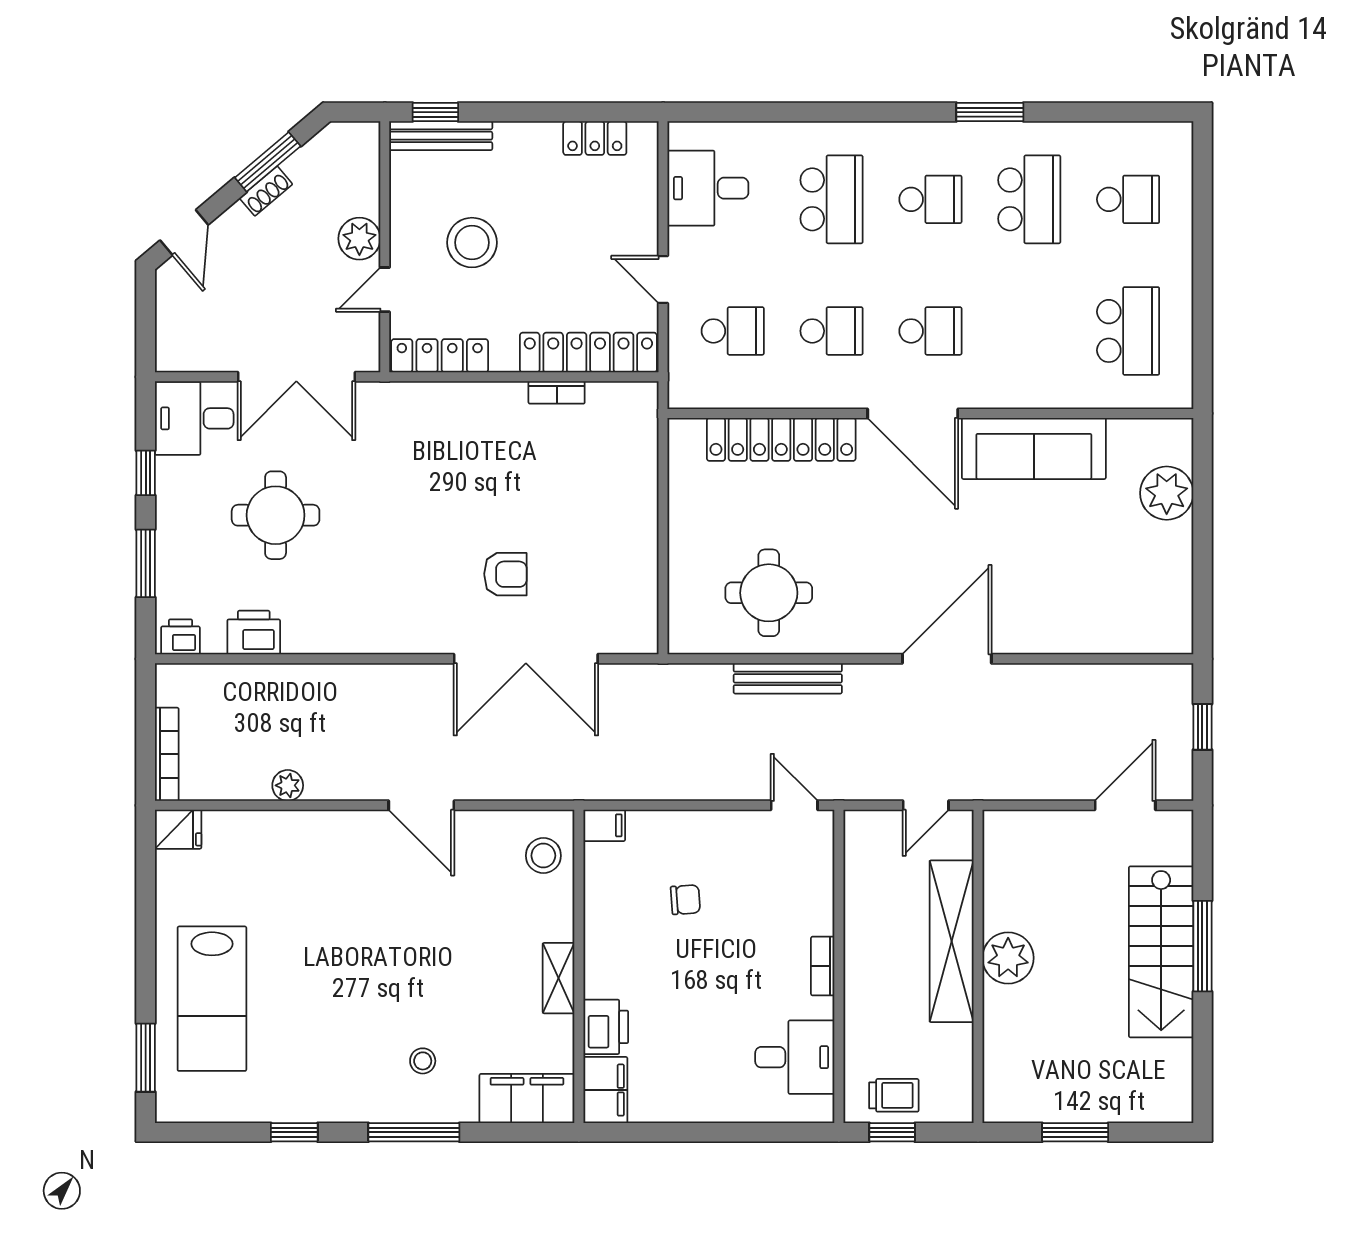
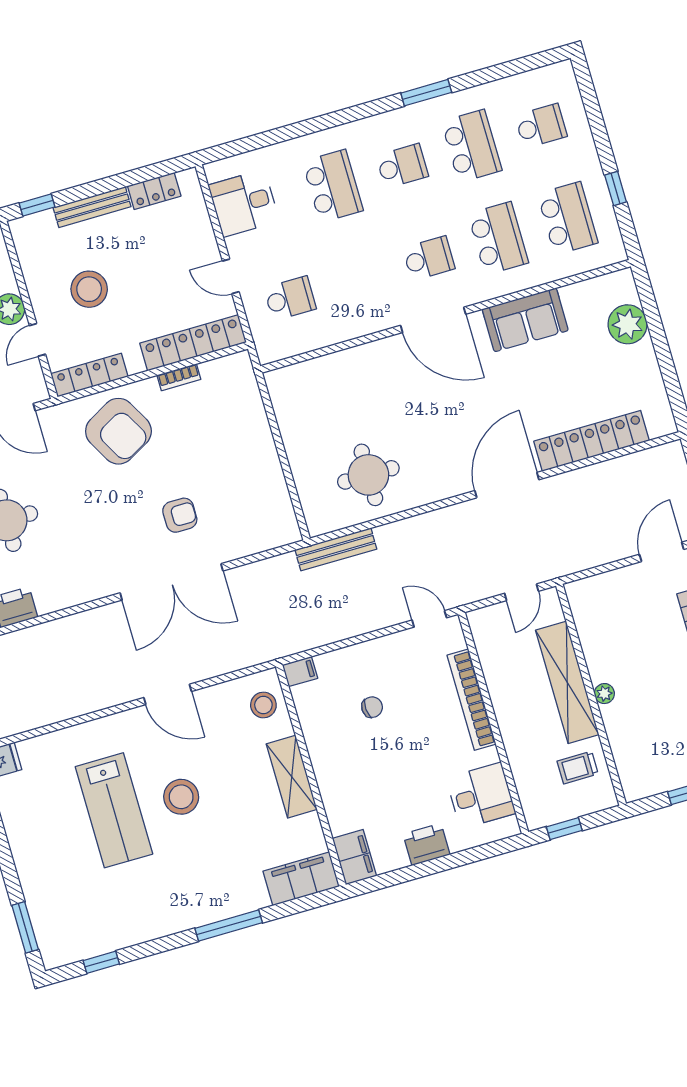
bench: (441, 136) -> (92, 207), moved
window: (1202, 310) -> (616, 188), added
school desk: (832, 331) -> (498, 238), moved, width x1.85
locker: (781, 439) -> (592, 441), moved, turned 180
armchair: (457, 440) -> (118, 431), added
sofa: (1034, 448) -> (525, 320), width x0.73
double door: (526, 659) -> (172, 582), moved
bench: (788, 678) -> (336, 549), moved
plant: (288, 785) -> (70, 708), removed
plant: (1008, 958) -> (604, 694), width x0.53, depth x0.53
bookcase: (823, 966) -> (472, 700), width x2.31, depth x1.31
shelving: (559, 978) -> (292, 777), width x1.50, depth x1.33
lab bench: (212, 999) -> (114, 810), moved
printer: (606, 1027) -> (426, 844), moved, turned -90
stool: (423, 1061) -> (181, 797), moved, width x1.89, depth x1.89
trolley: (894, 1095) -> (578, 768), moved, turned 180
window: (294, 1132) -> (101, 962), moved

